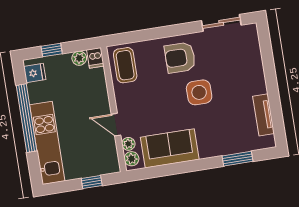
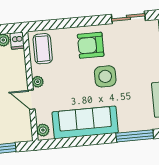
plant: (128, 144) -> (38, 82), moved
sofa: (170, 148) -> (85, 122), width x1.36
window: (237, 159) -> (135, 136), width x1.44

